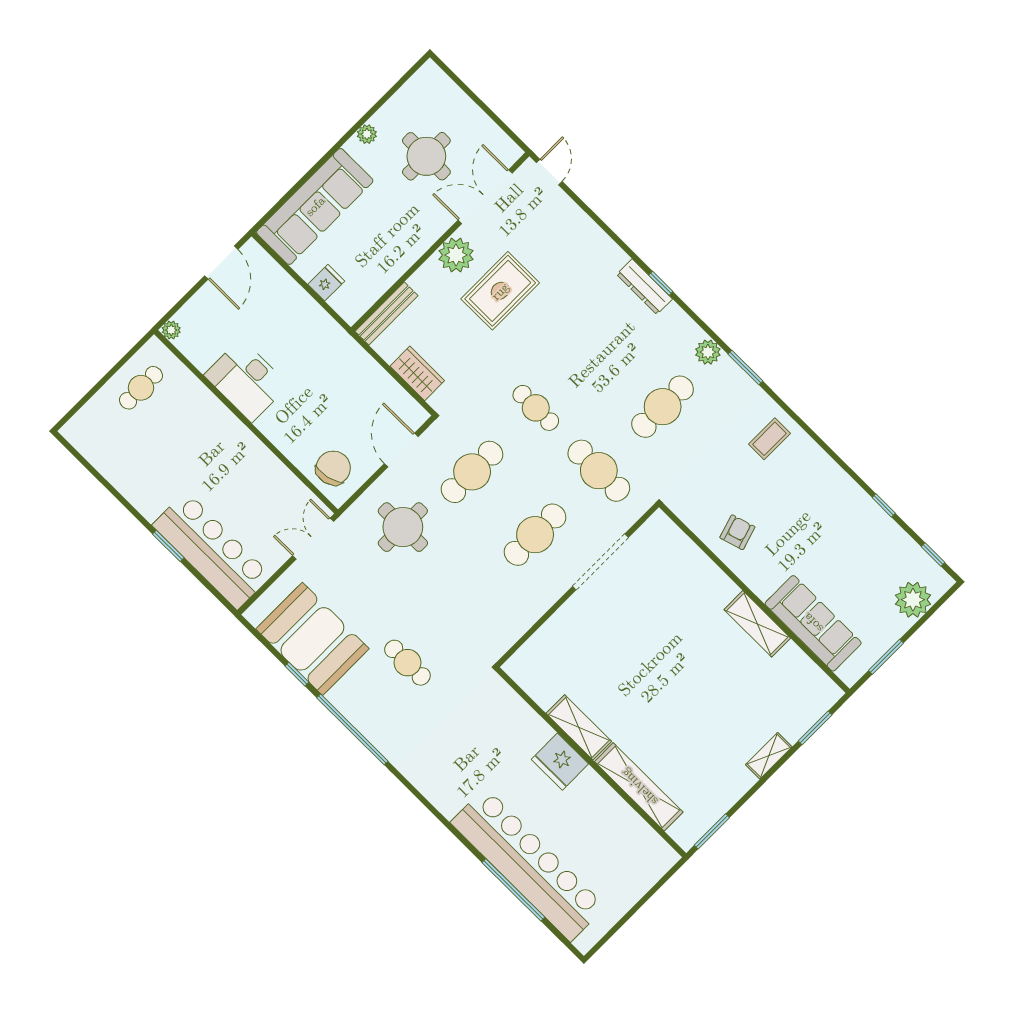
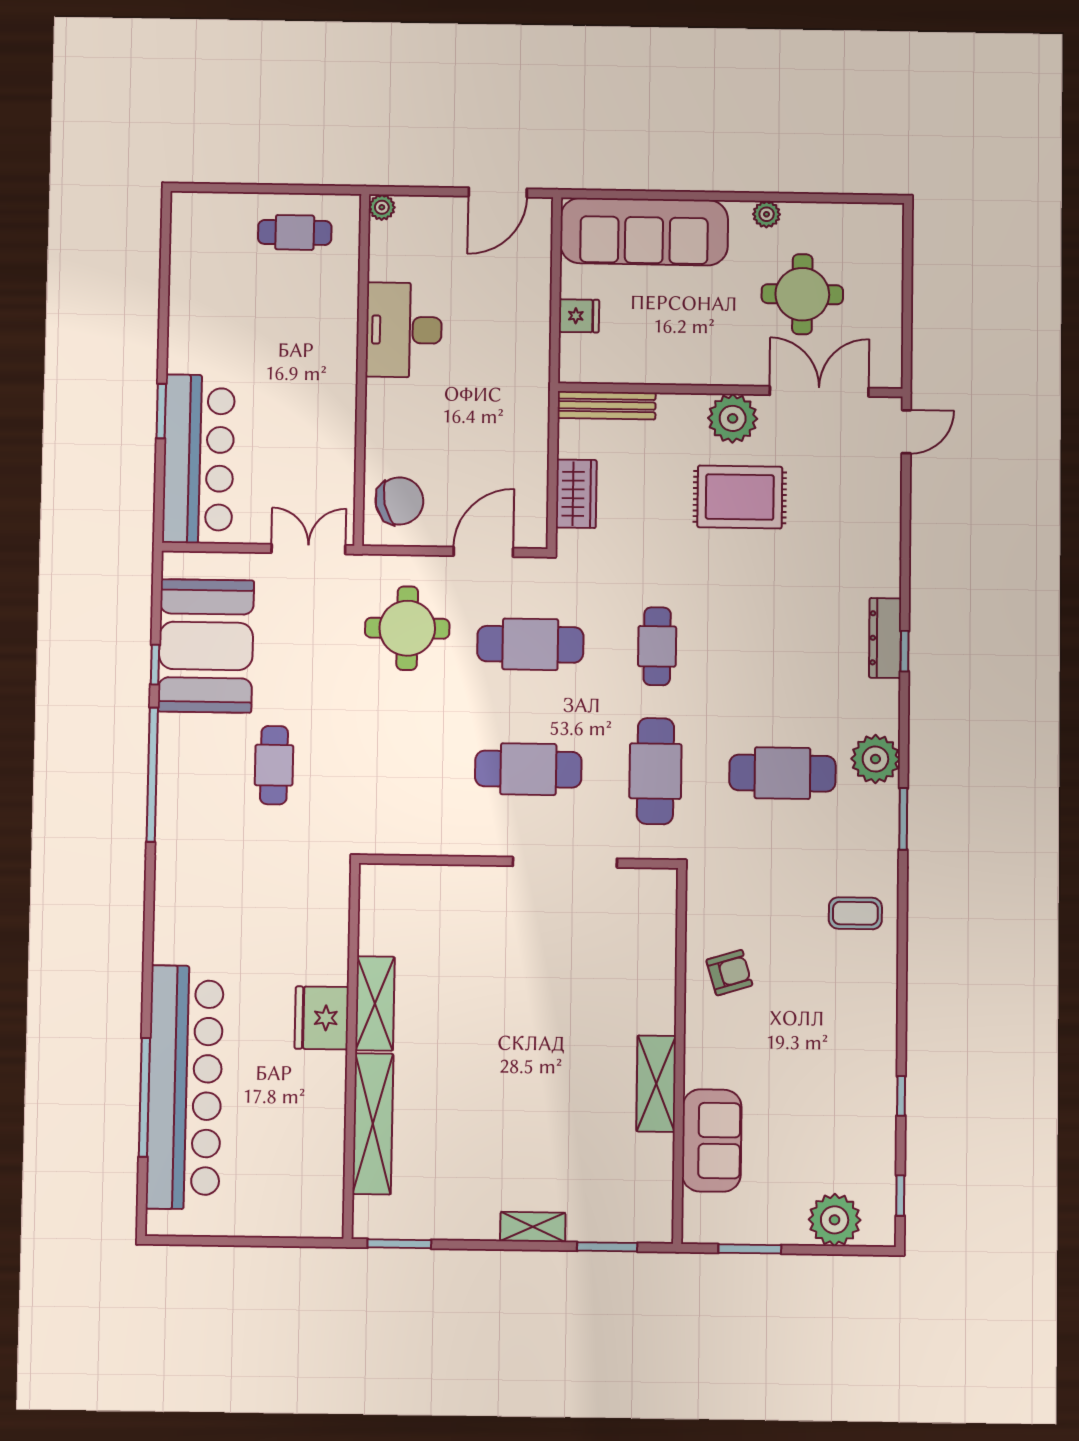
plant: (708, 352) -> (875, 759), width x1.36, depth x1.36
sofa: (813, 623) -> (712, 1140), width x0.73

